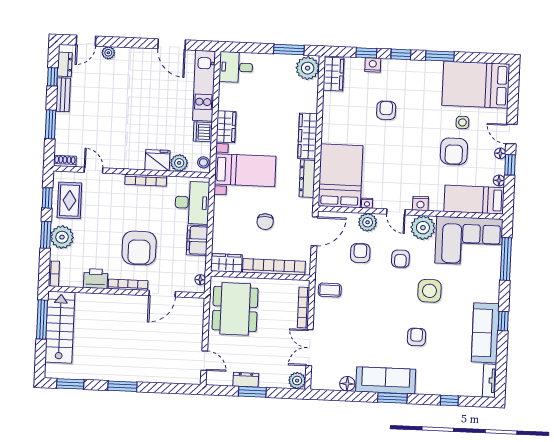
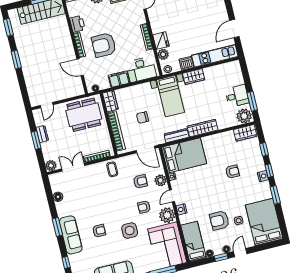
nightstand: (373, 65) -> (263, 176), moved
desk: (236, 67) -> (237, 96), moved, turned 90
sofa: (386, 380) -> (71, 235), moved

